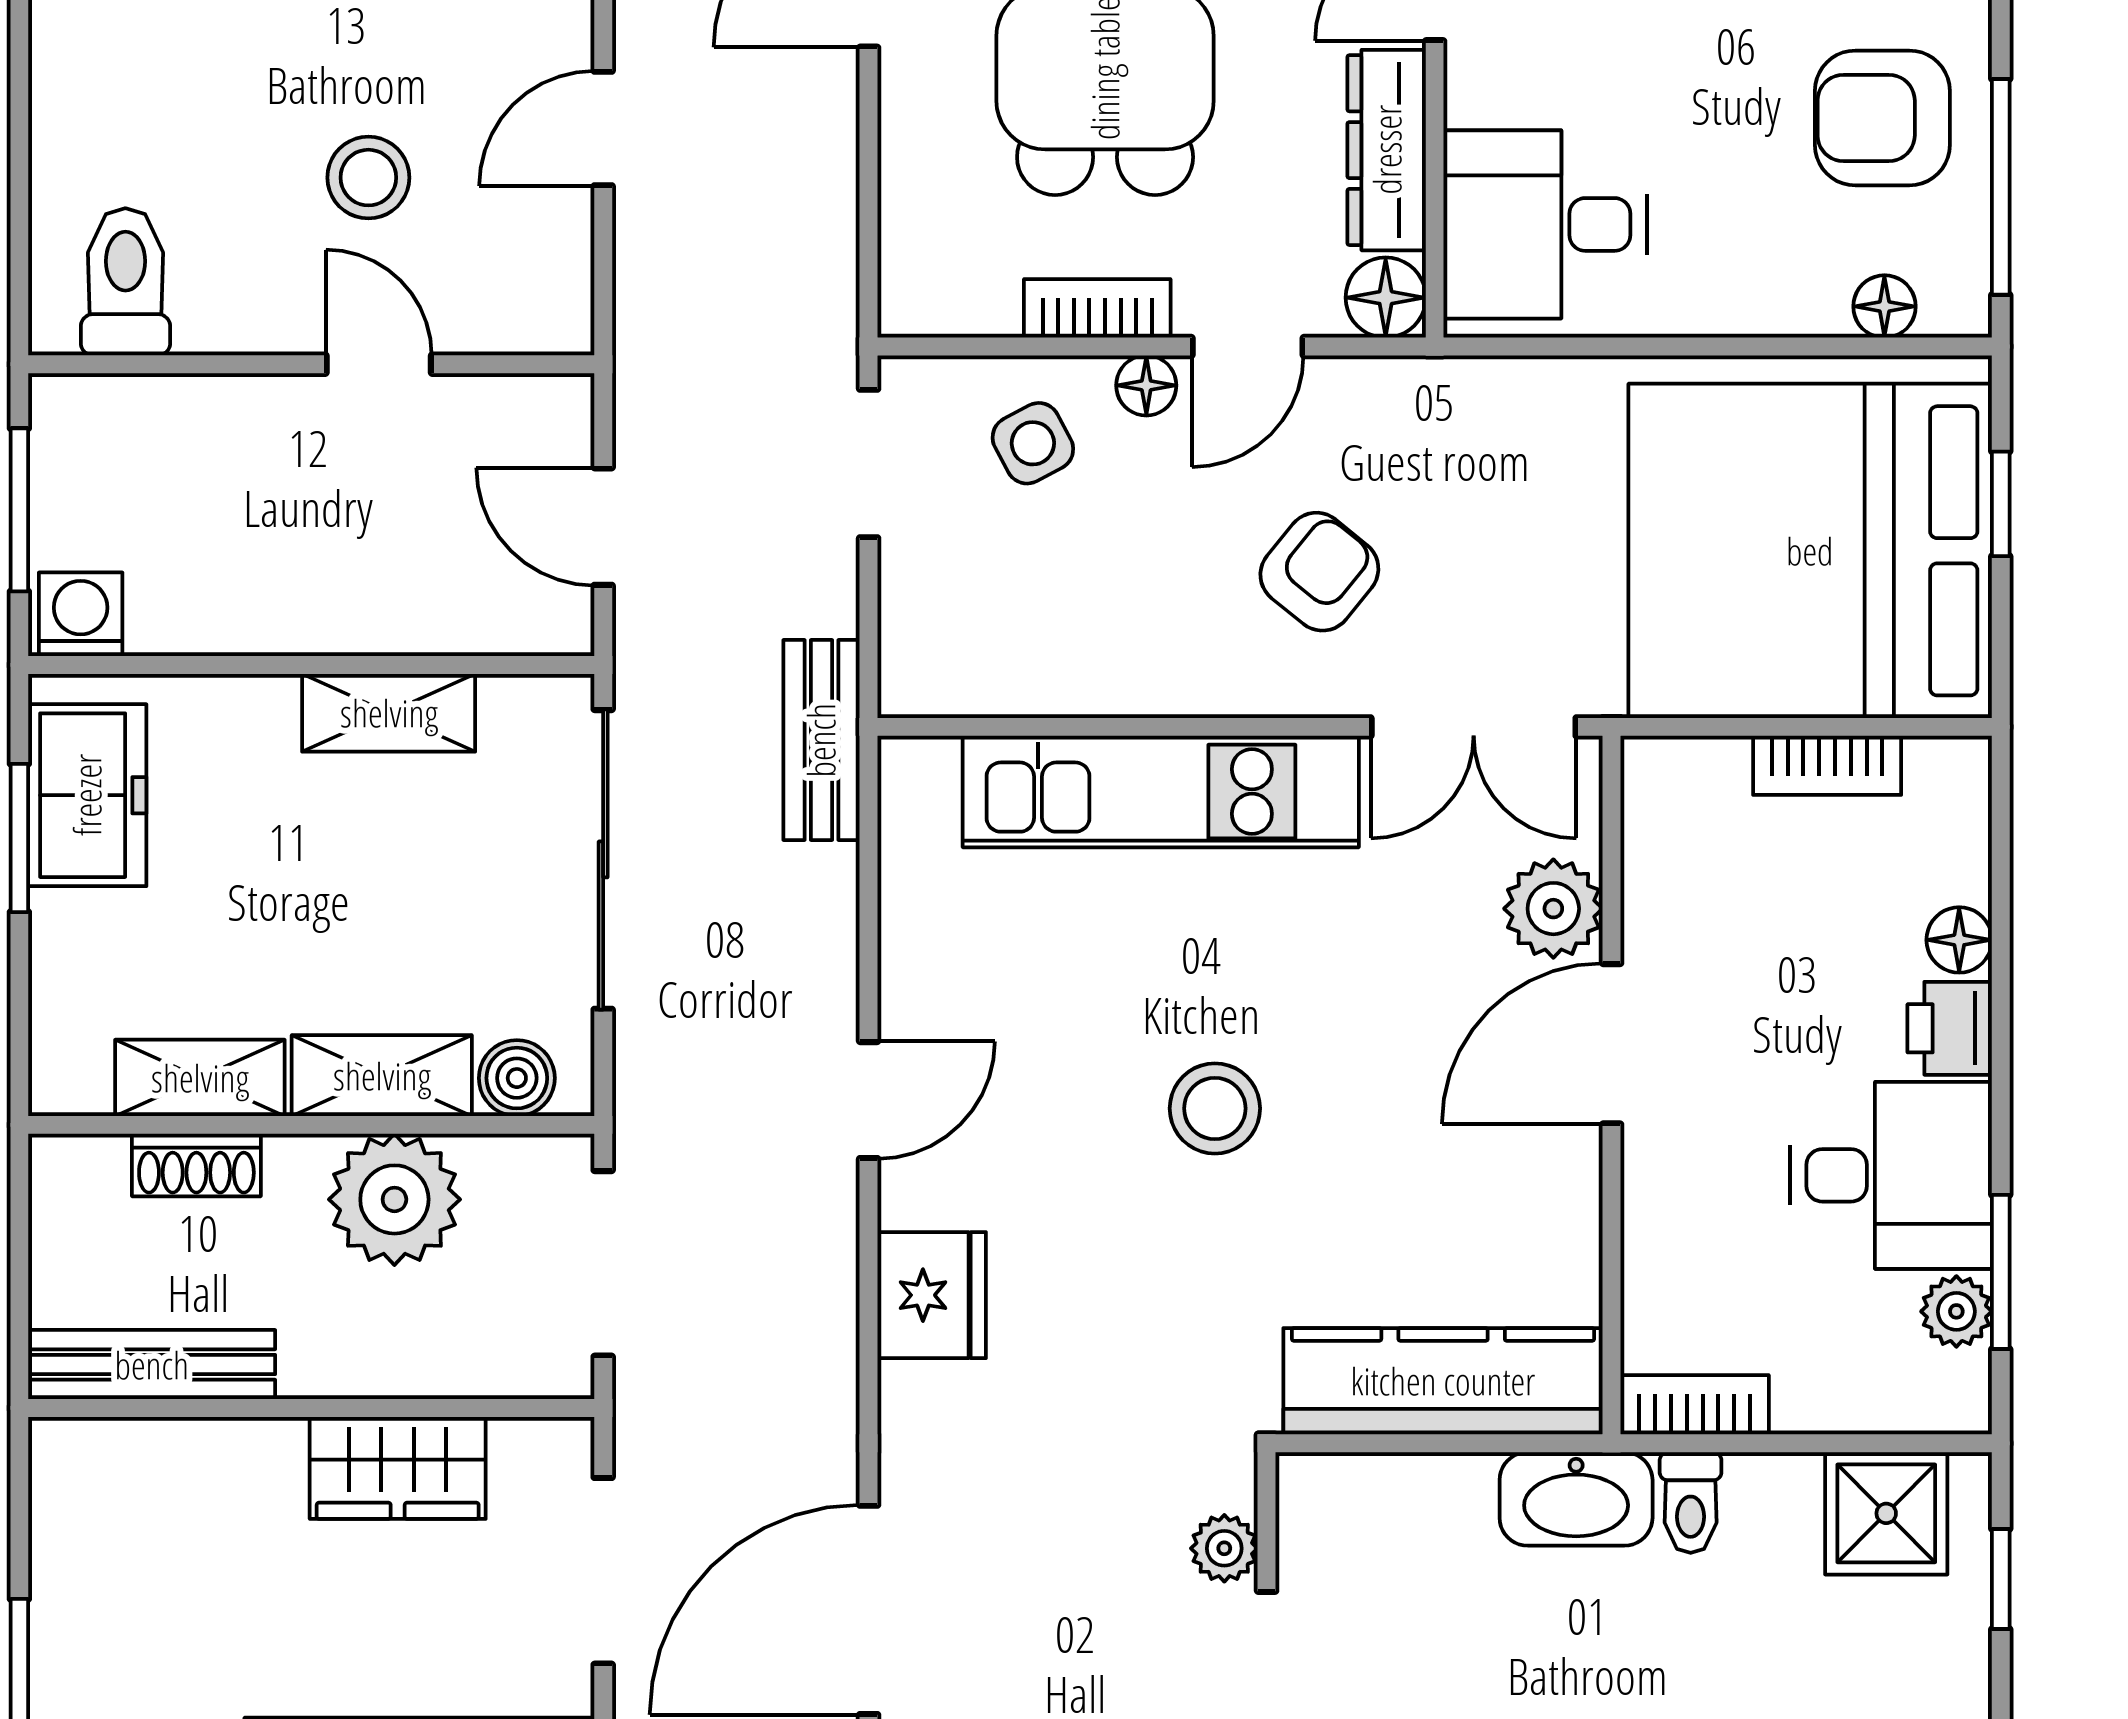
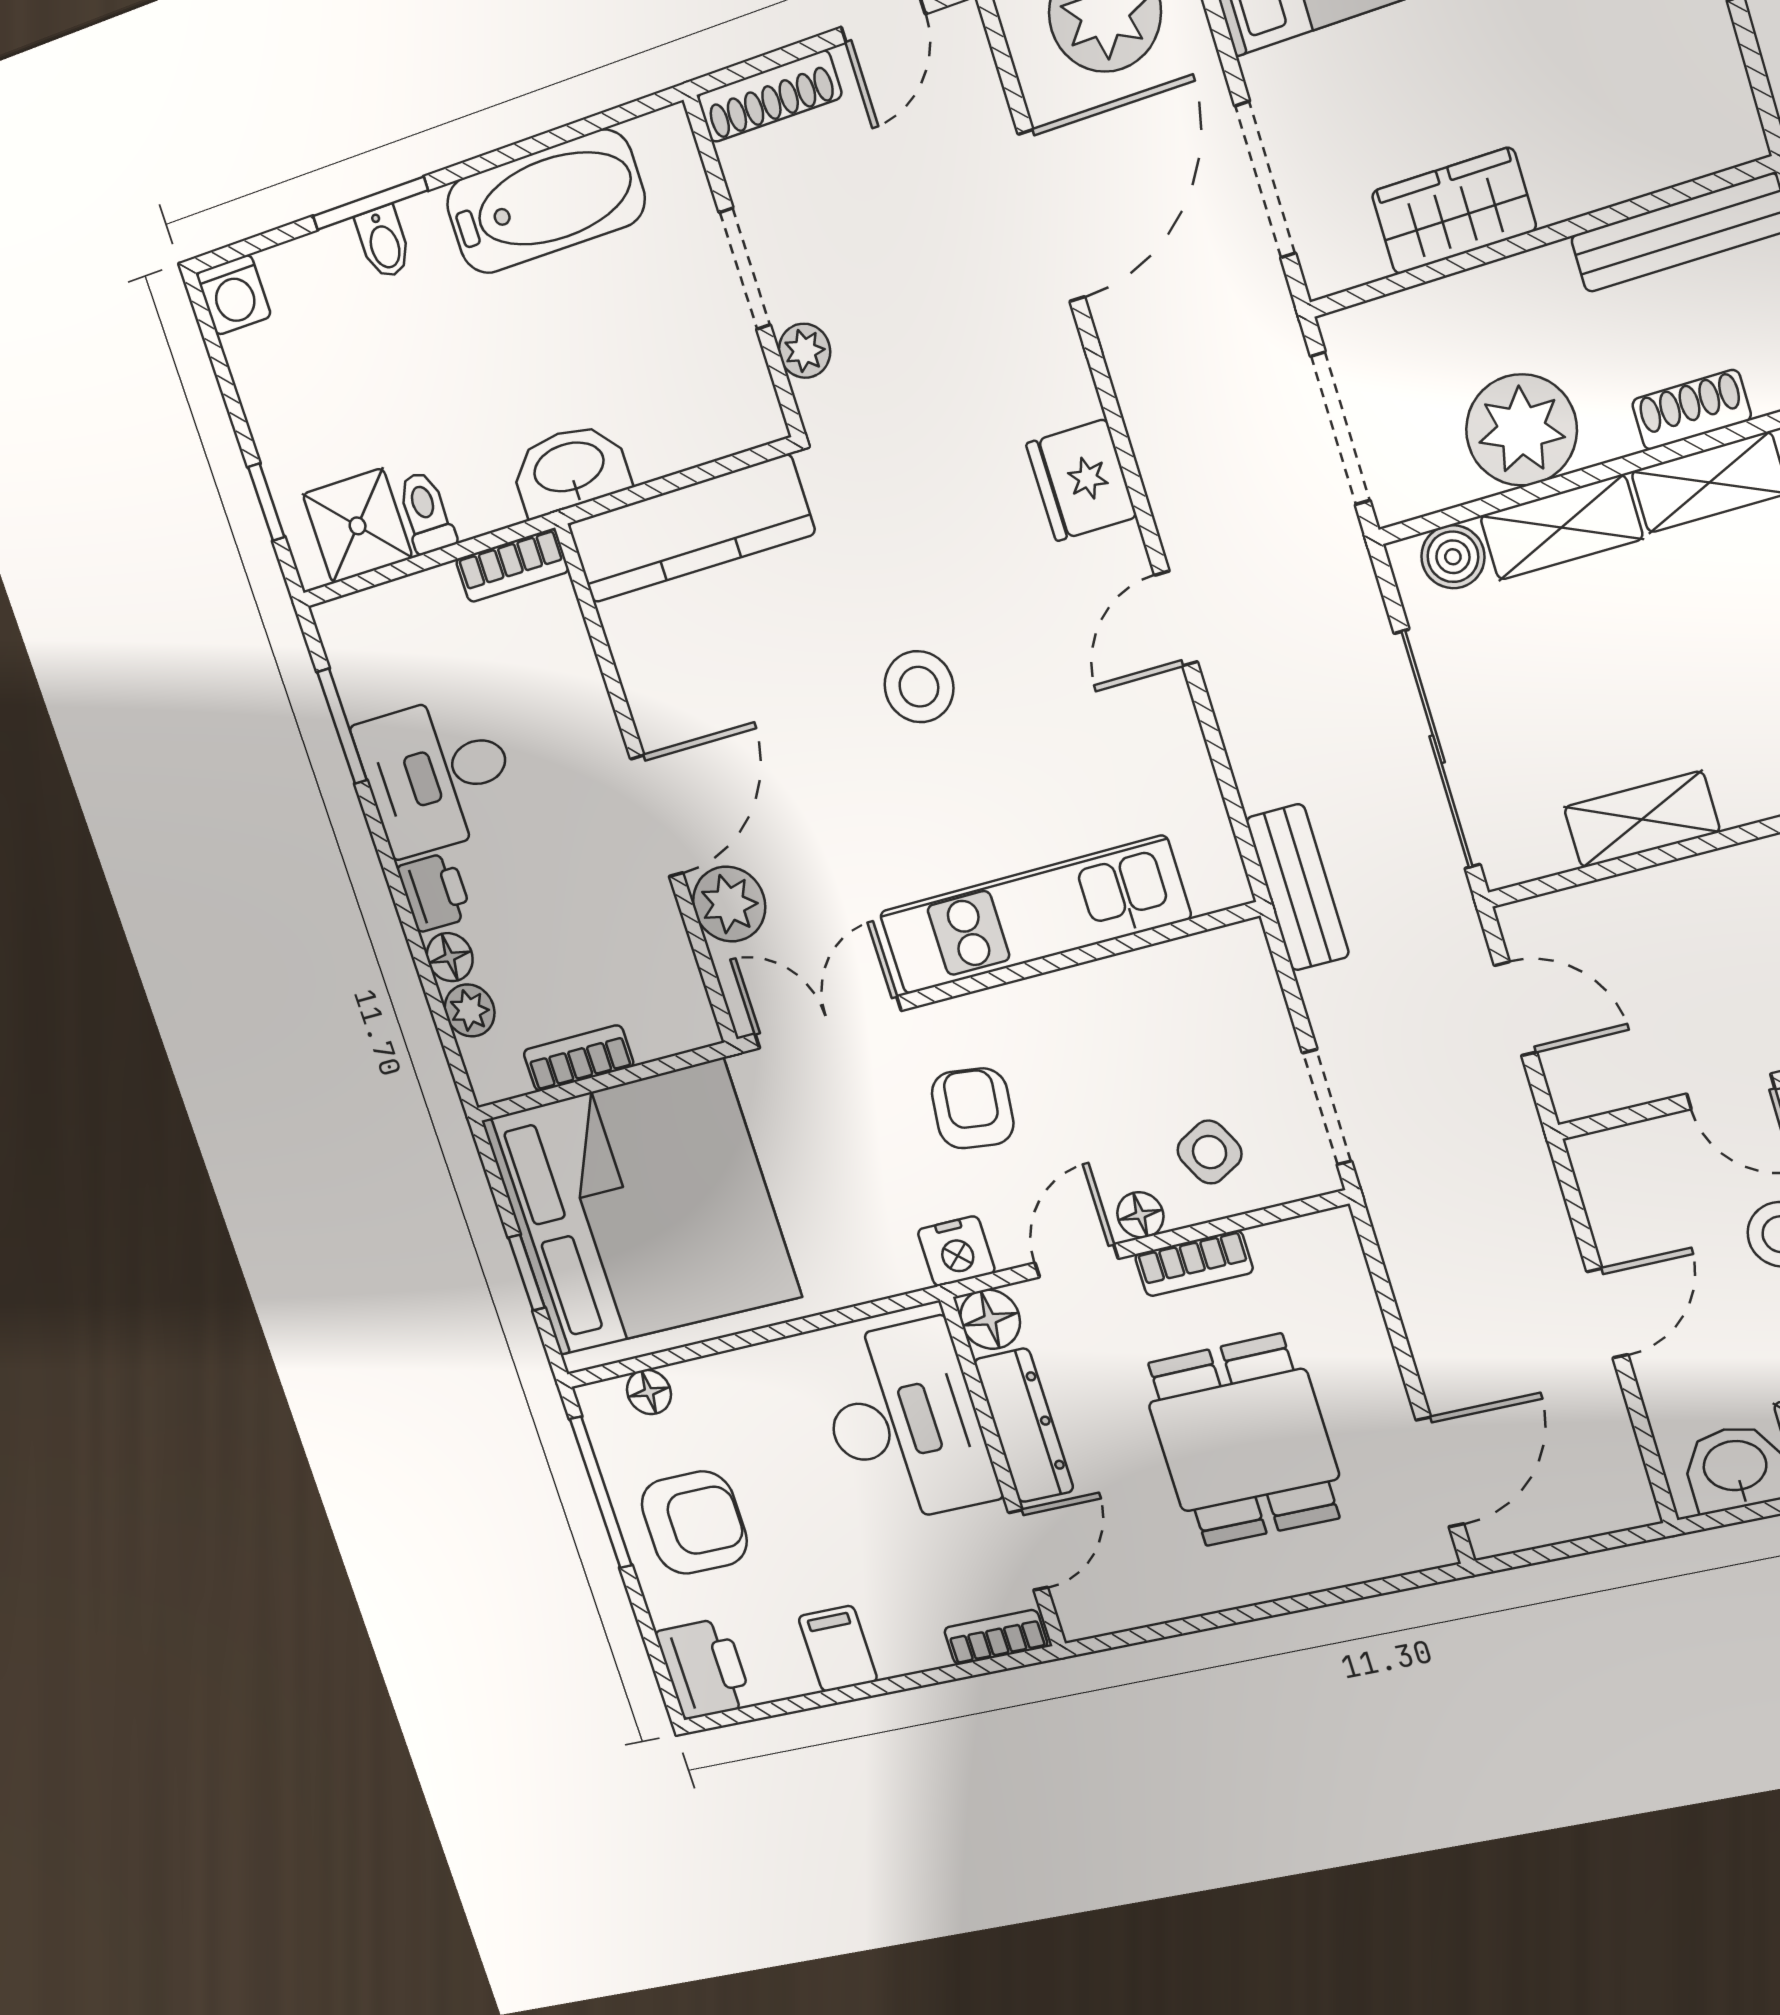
desk: (1545, 224) -> (905, 1422), width x1.37
nightstand: (1401, 395) -> (956, 1251), added
armchair: (1319, 572) -> (973, 1108), turned 148
plant: (1956, 1311) -> (470, 1010), moved
toilet: (1691, 1503) -> (426, 513), moved

